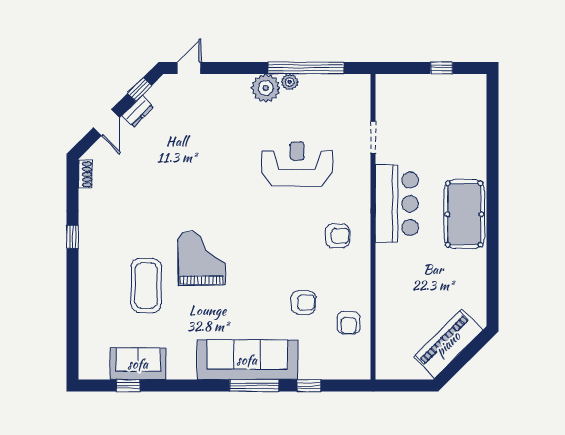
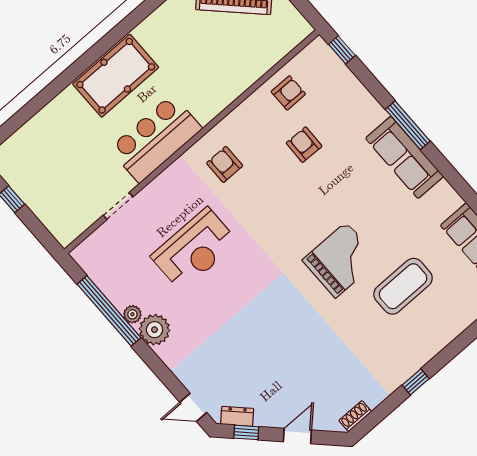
dresser: (138, 111) -> (237, 416), moved
reception desk: (297, 164) -> (194, 249), turned -90
grand piano: (202, 258) -> (341, 260), turned 180
sofa: (247, 360) -> (404, 157), width x0.74, depth x0.79
window: (309, 386) -> (342, 50), moved

